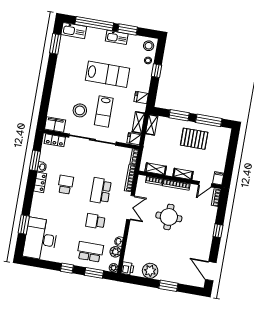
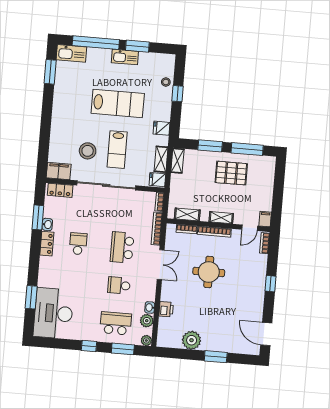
stool: (149, 46) -> (165, 64), removed
printer: (128, 268) -> (166, 309), moved

